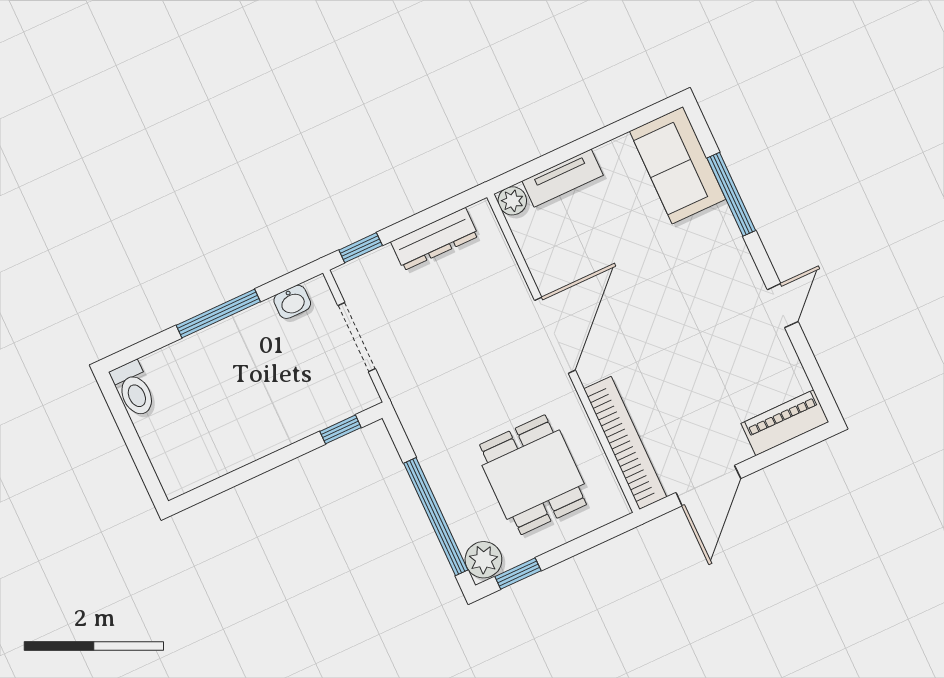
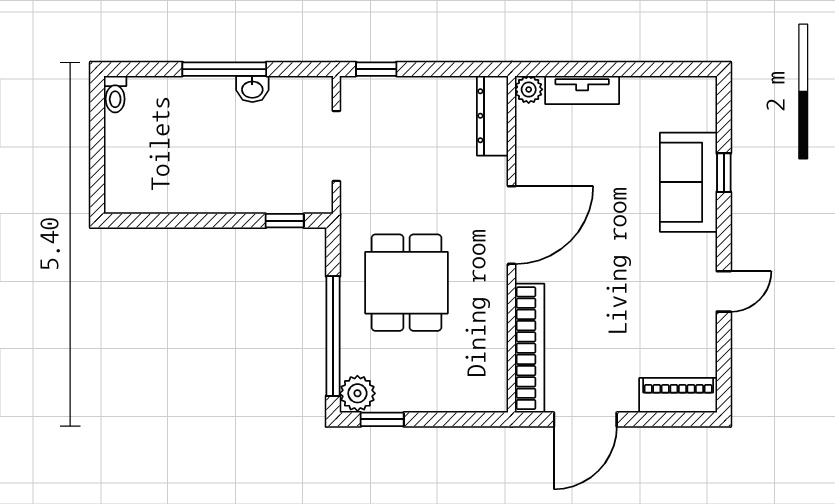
sofa: (678, 165) -> (688, 182), moved
window: (731, 194) -> (724, 173), width x0.46
dresser: (435, 239) -> (493, 116), moved, turned 90
washbasin: (292, 302) -> (252, 89), moved
toilet: (134, 389) -> (115, 94), width x0.73, depth x0.72
dining table: (533, 475) -> (406, 283), moved

